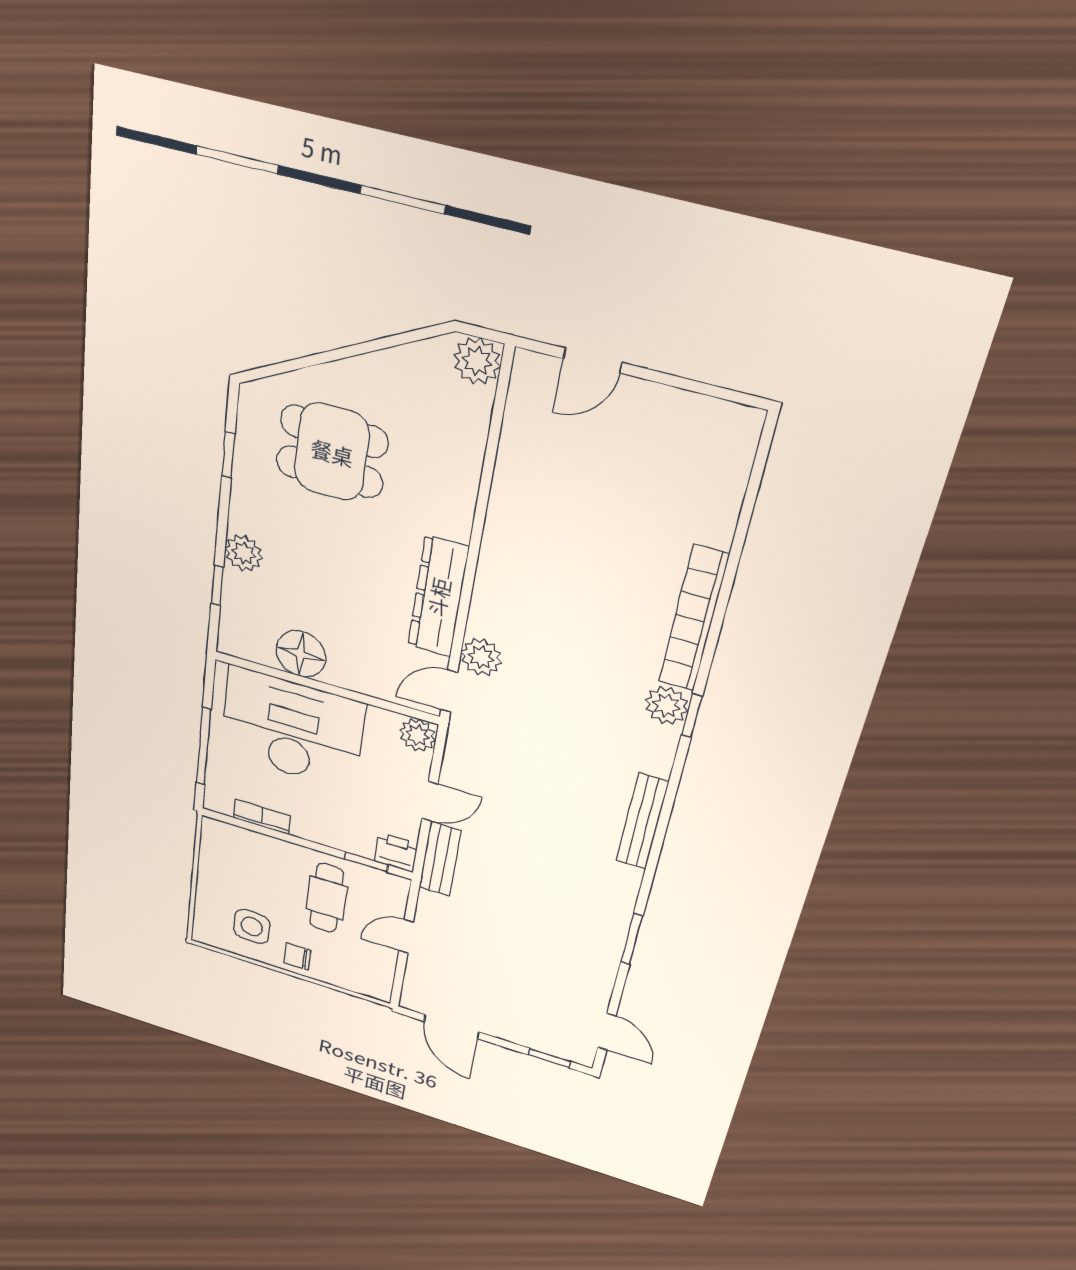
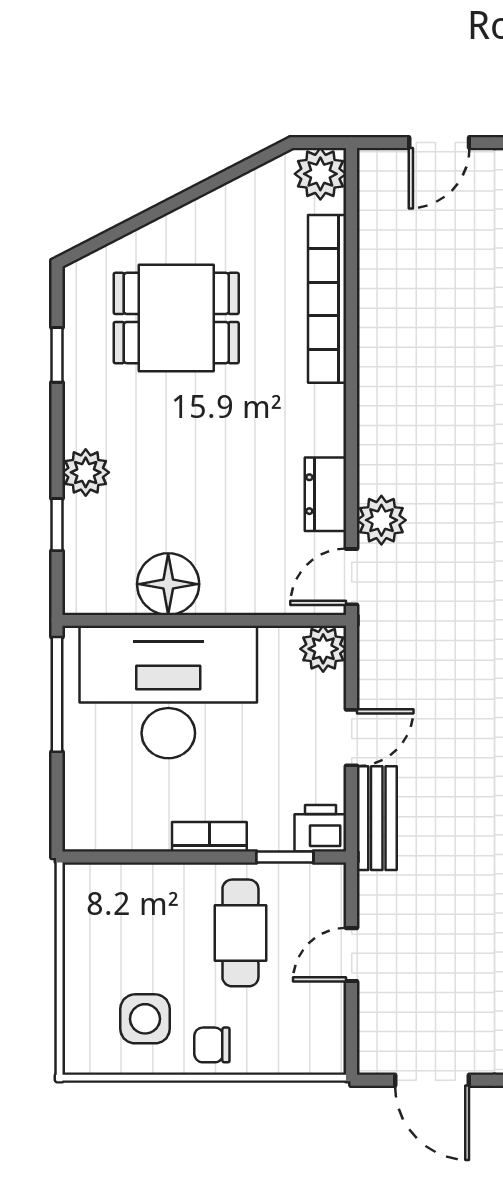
bookcase: (465, 471) -> (327, 299), added
dresser: (438, 597) -> (326, 494), width x0.51, depth x0.80
window: (204, 746) -> (57, 694), moved
bookcase: (262, 817) -> (209, 837), moved

